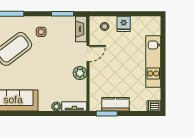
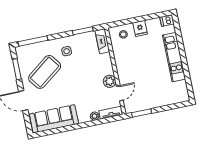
door: (88, 54) -> (120, 93), moved
kitchen counter: (116, 104) -> (148, 103), removed
dishwasher: (154, 106) -> (167, 21), moved

